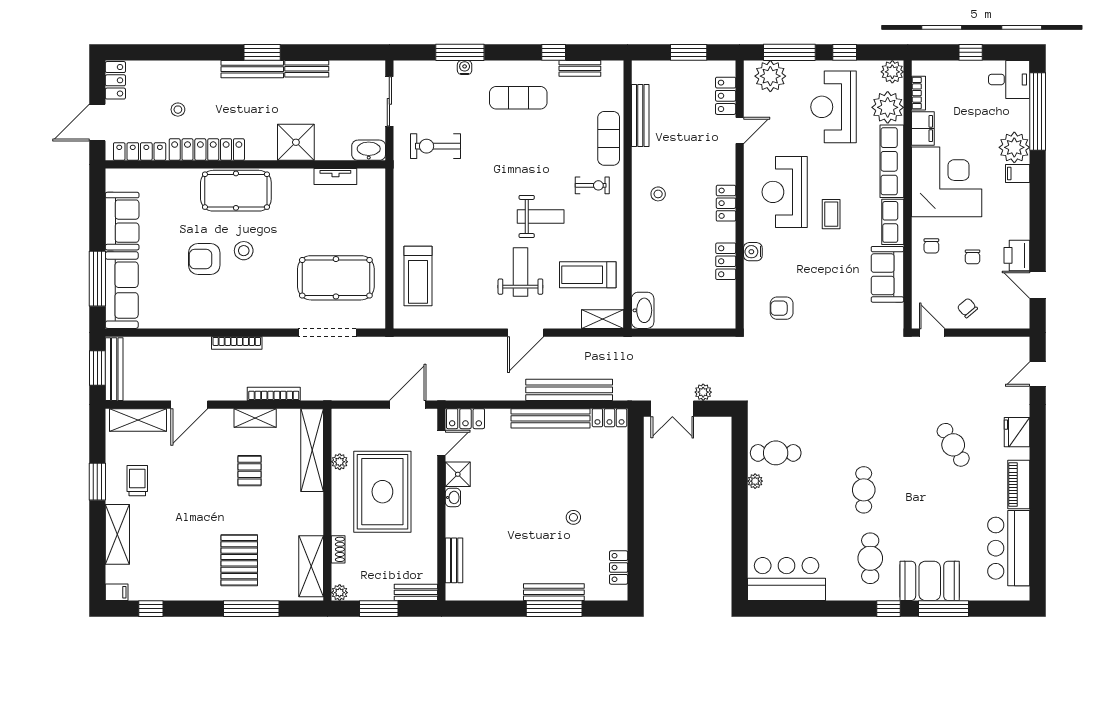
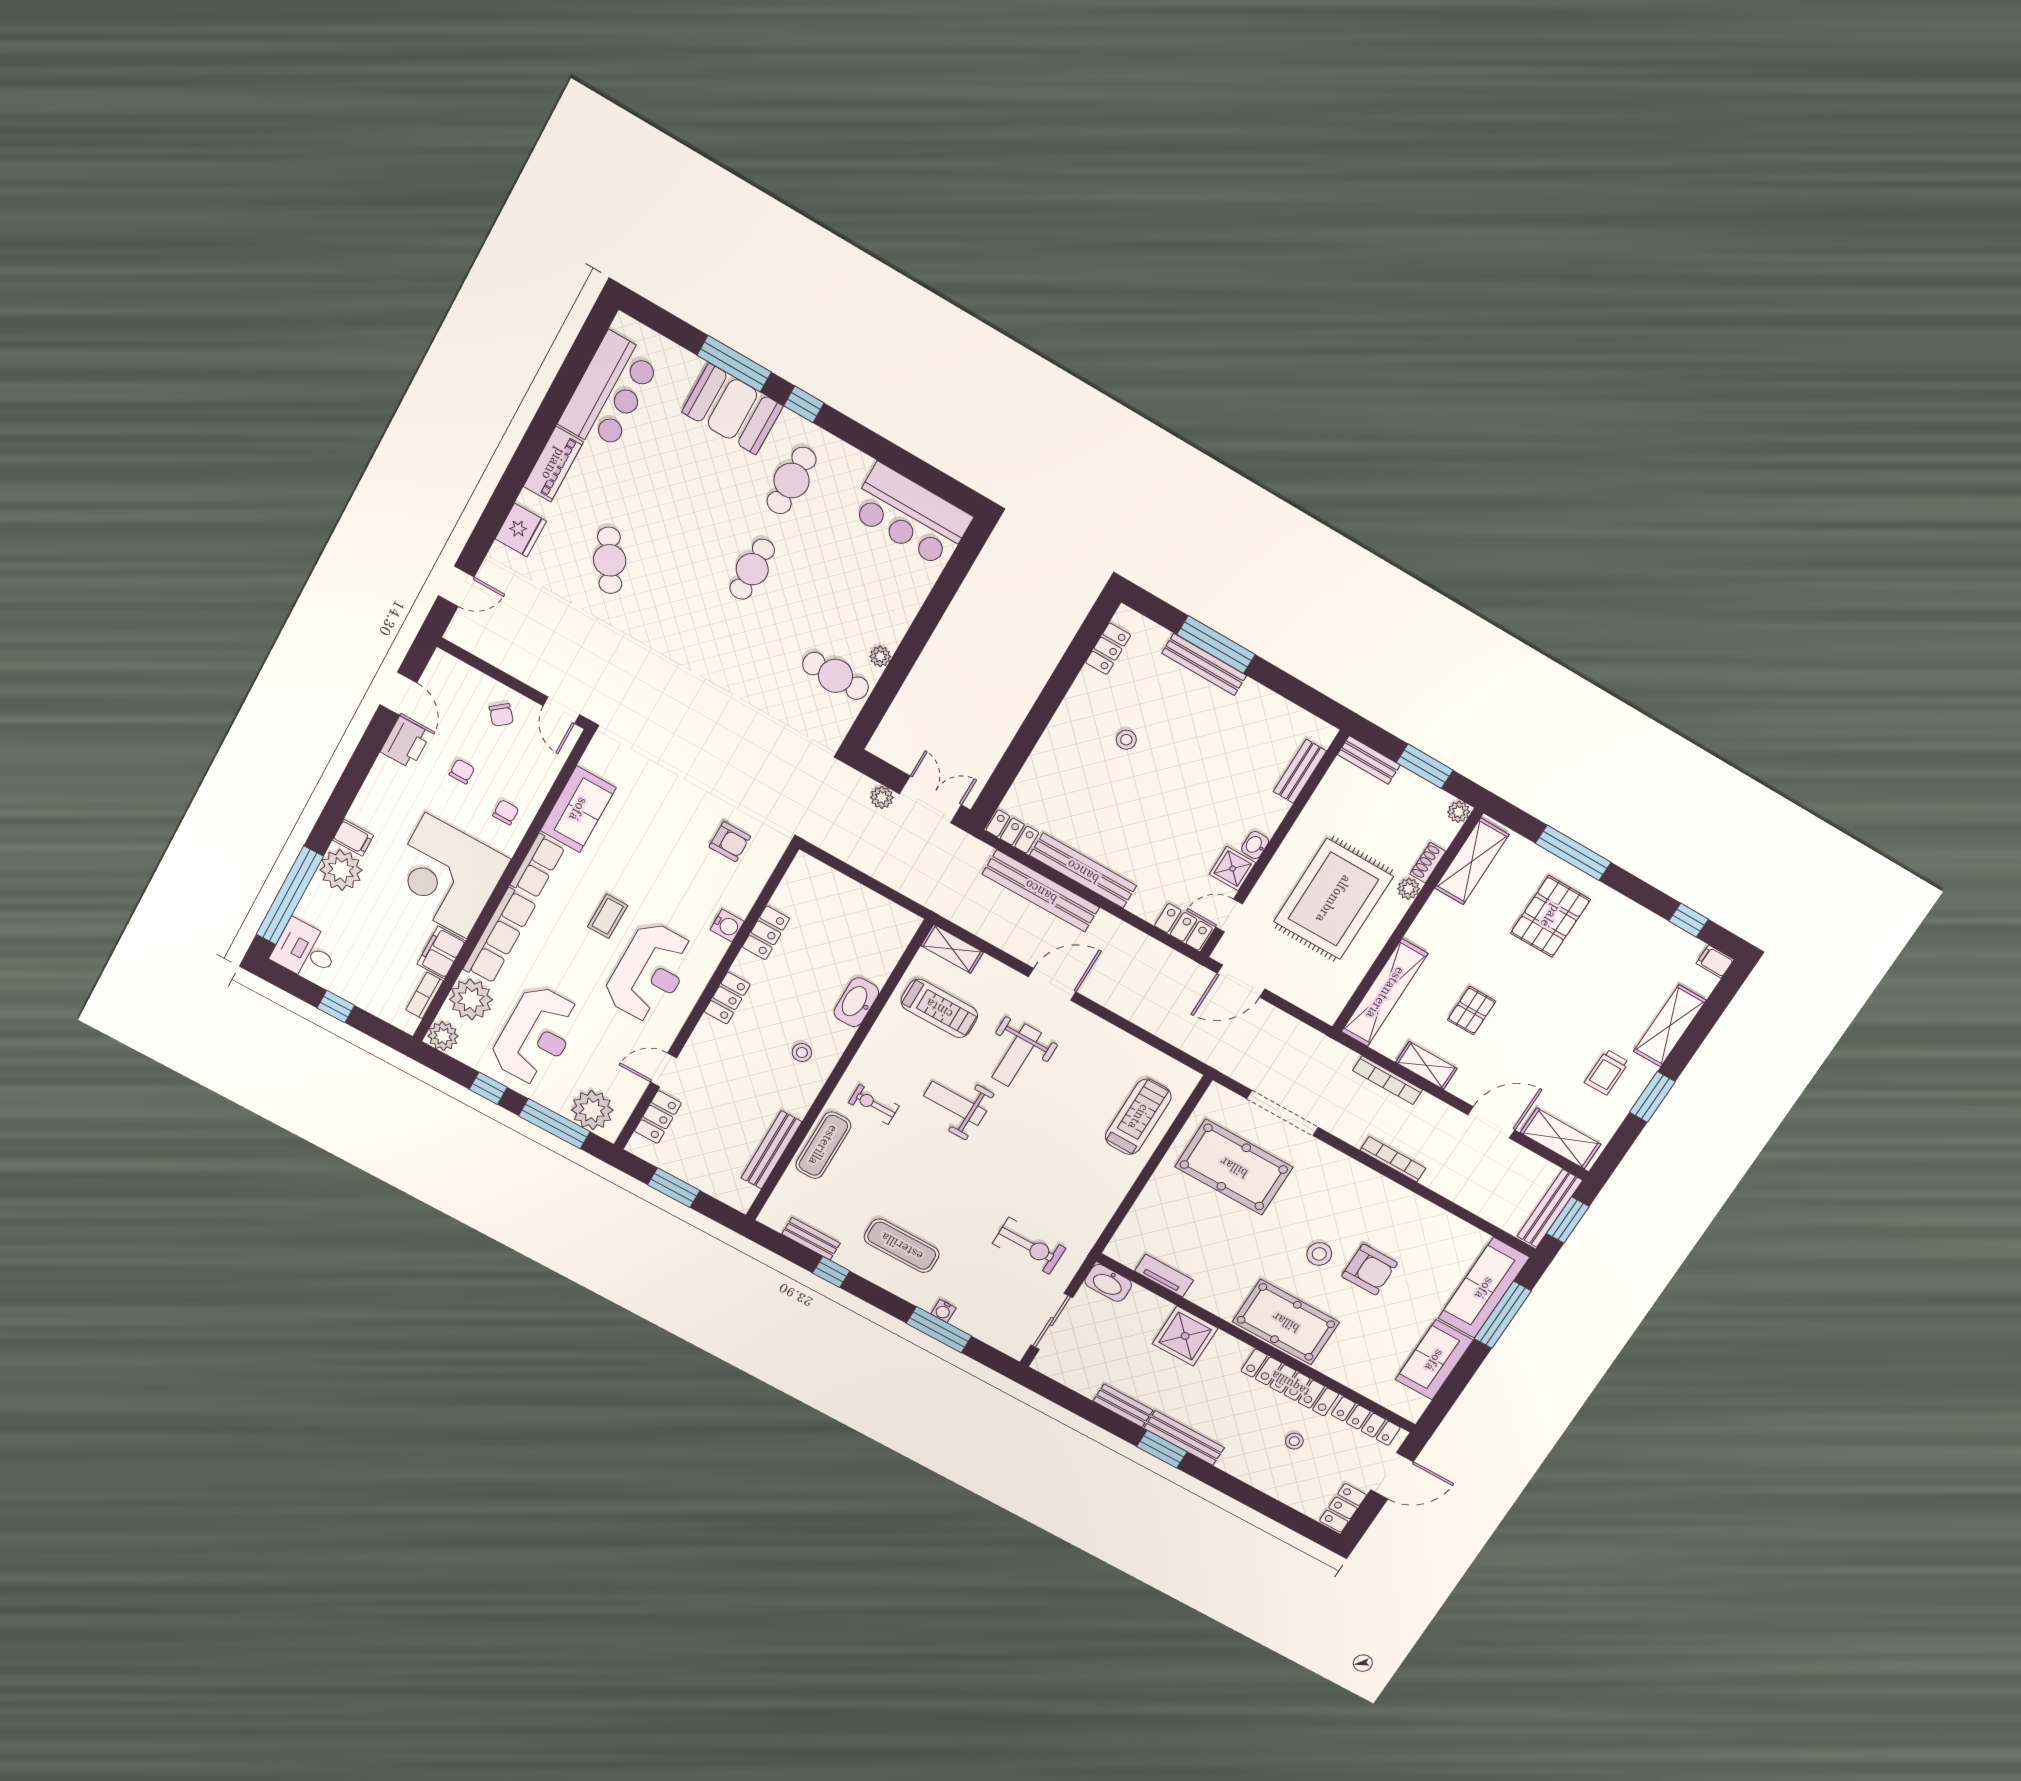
washbasin: (643, 310) -> (856, 1002), moved
plant: (340, 462) -> (1409, 889), moved

